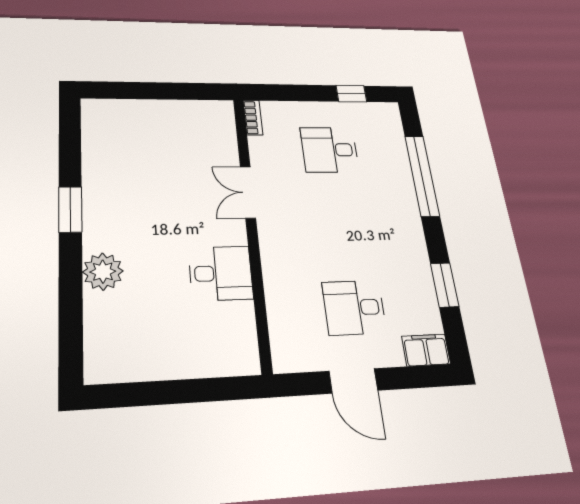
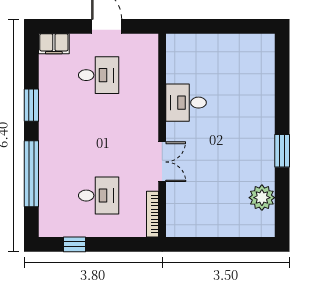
bookcase: (253, 118) -> (153, 214), width x1.56
plant: (103, 272) -> (262, 198), moved
window: (445, 285) -> (31, 105), moved

